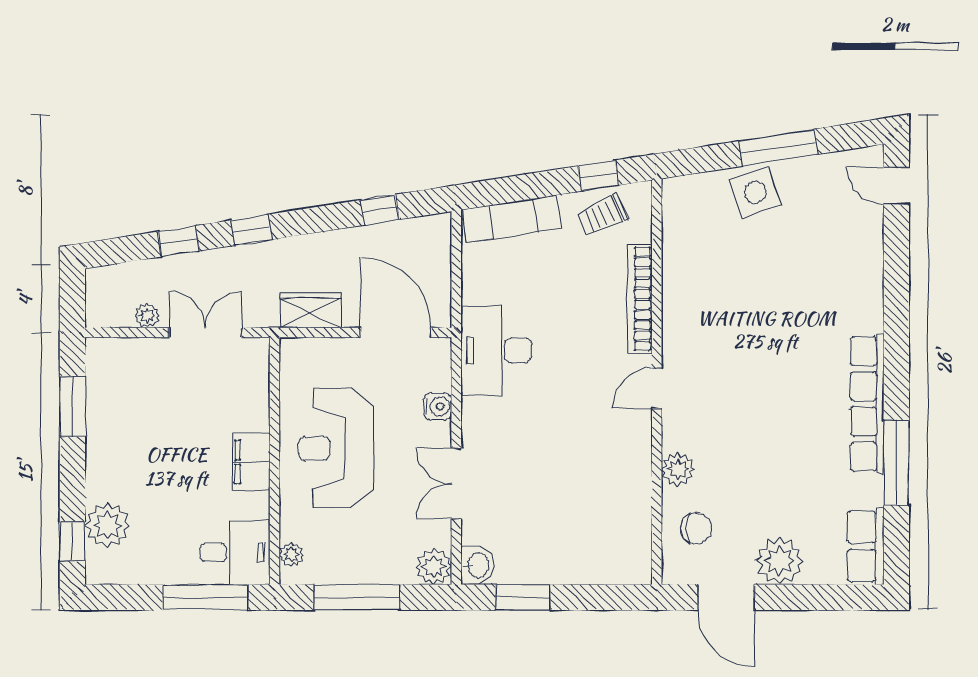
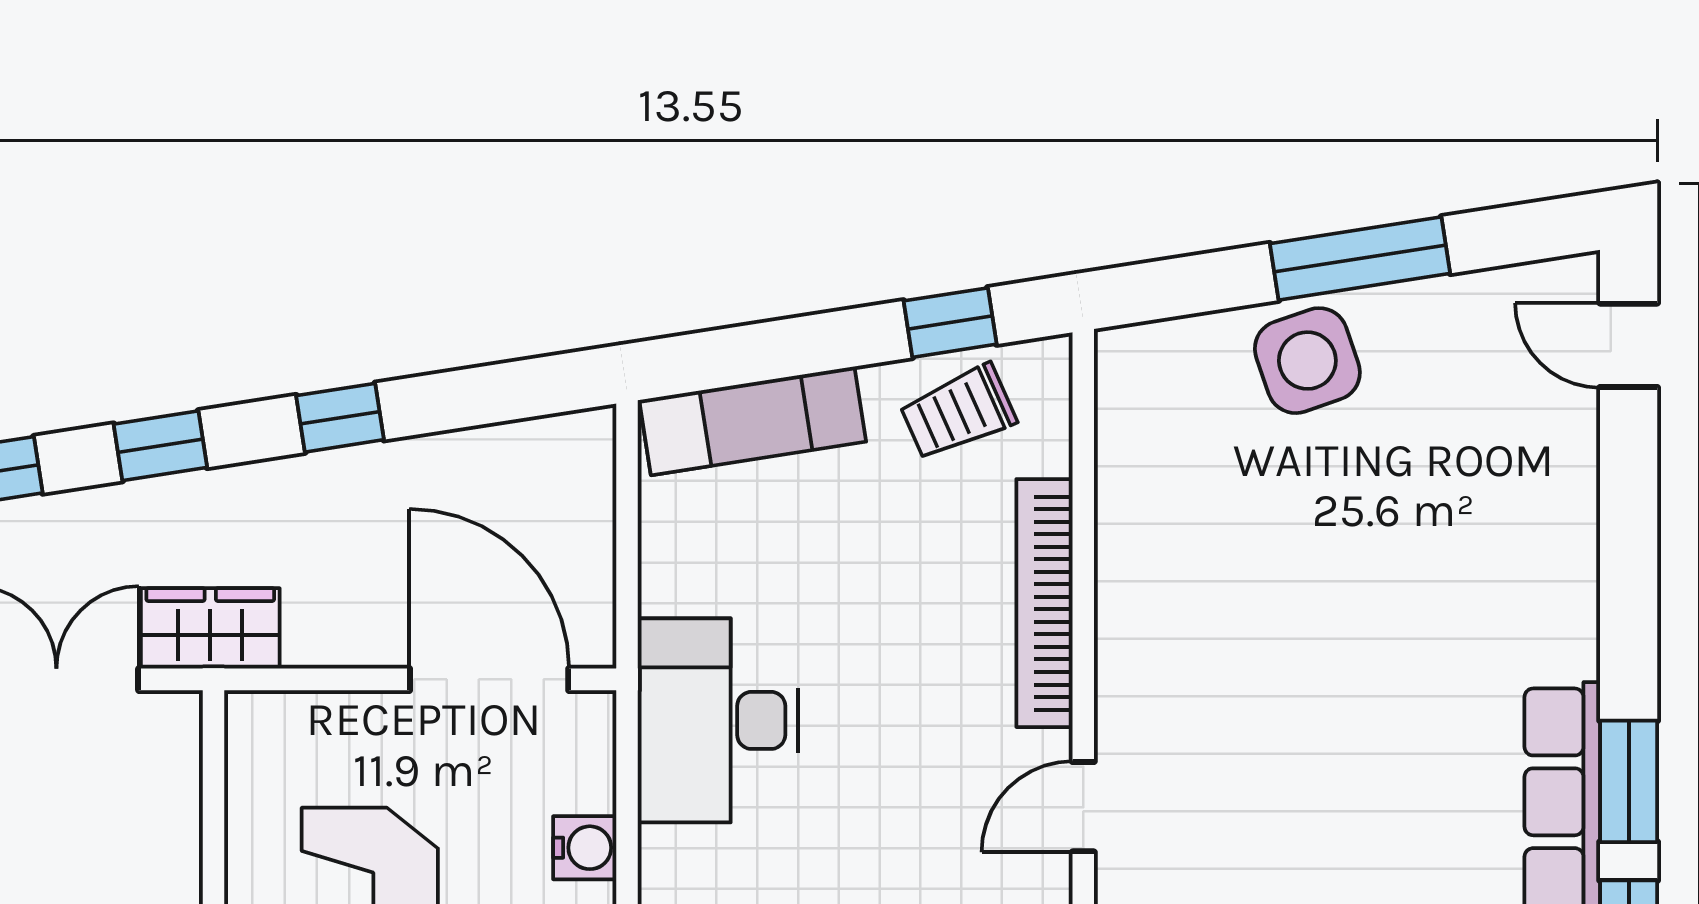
window: (380, 210) -> (340, 418), moved
wardrobe: (311, 310) -> (210, 628), moved
window: (896, 377) -> (1629, 781), added

